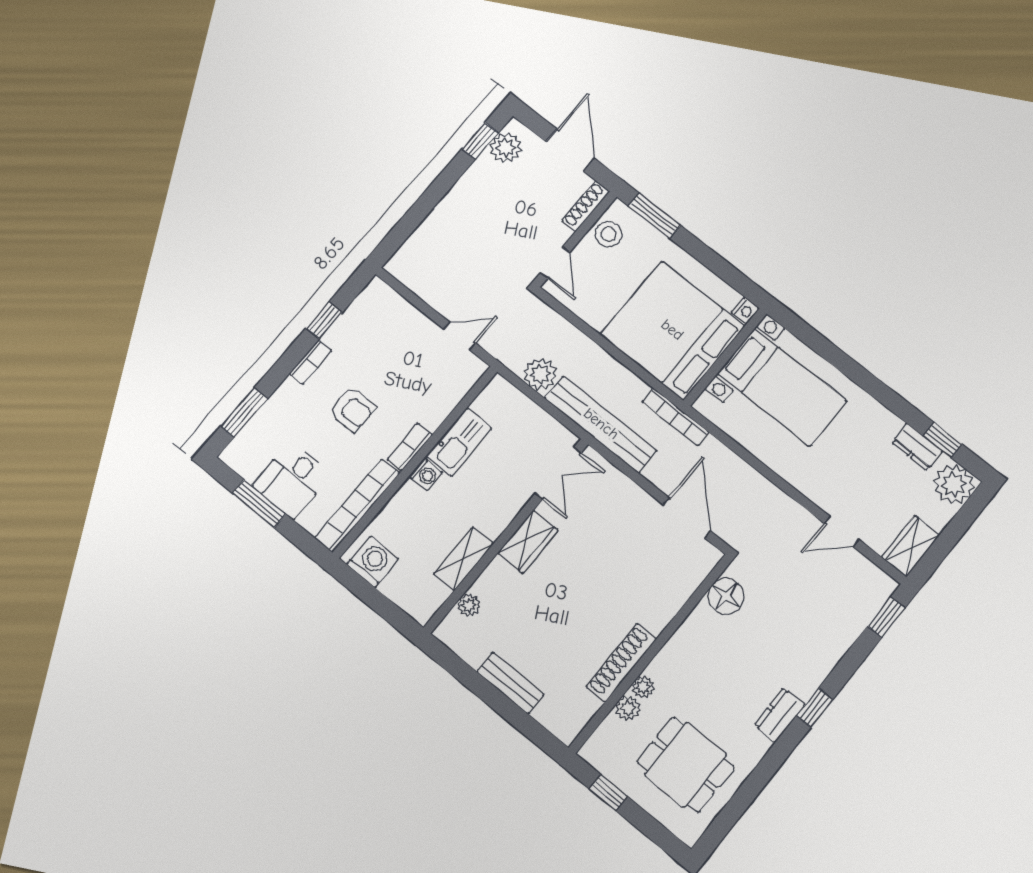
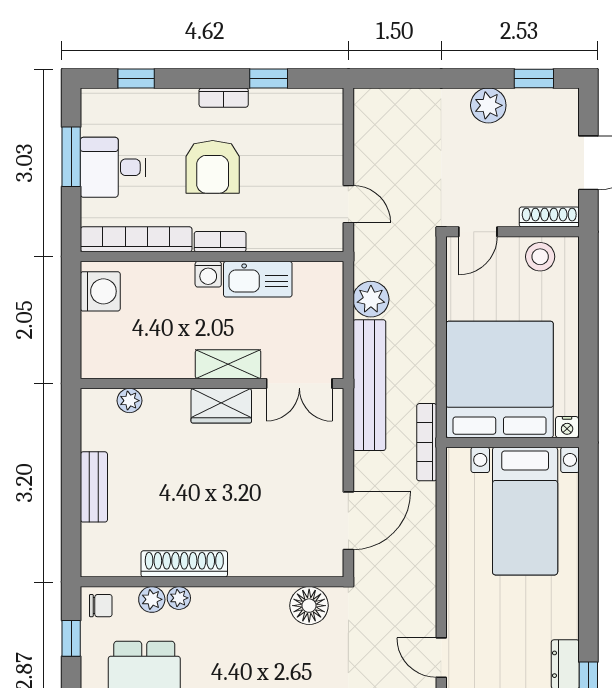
plant: (506, 148) -> (488, 105), moved
window: (654, 216) -> (588, 283), removed
armchair: (352, 409) -> (213, 167), width x1.38, depth x1.38
window: (244, 412) -> (136, 78), width x0.67
shelving: (464, 559) -> (228, 364), moved
chair: (602, 750) -> (101, 606), added

